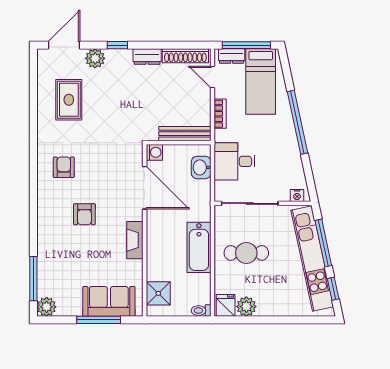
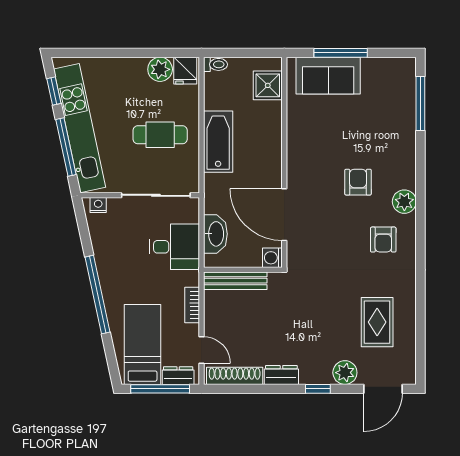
washbasin: (201, 167) -> (215, 234), width x1.38
fireplace: (135, 240) -> (296, 150), removed
plant: (47, 307) -> (404, 202), moved

